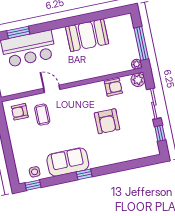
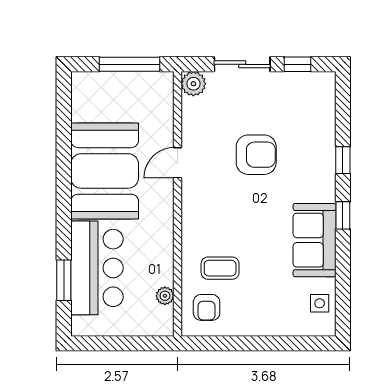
booth: (87, 35) -> (105, 171), width x1.36, depth x1.42
plant: (137, 64) -> (165, 296), moved
armchair: (113, 87) -> (198, 131), removed
door: (52, 89) -> (178, 163), moved
window: (33, 185) -> (343, 160), moved

